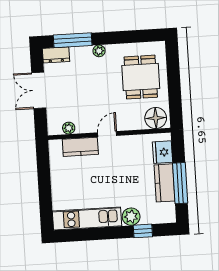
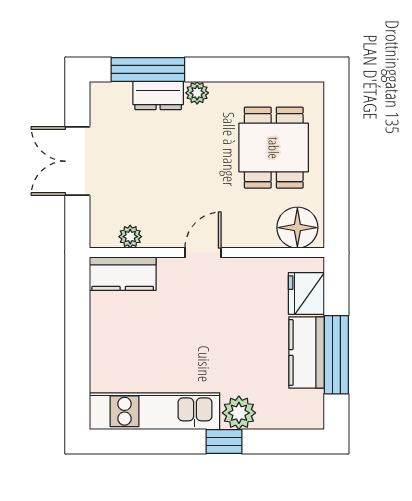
dresser: (56, 55) -> (158, 95), moved
kitchen counter: (80, 147) -> (123, 274), moved
window: (143, 231) -> (224, 442), moved

